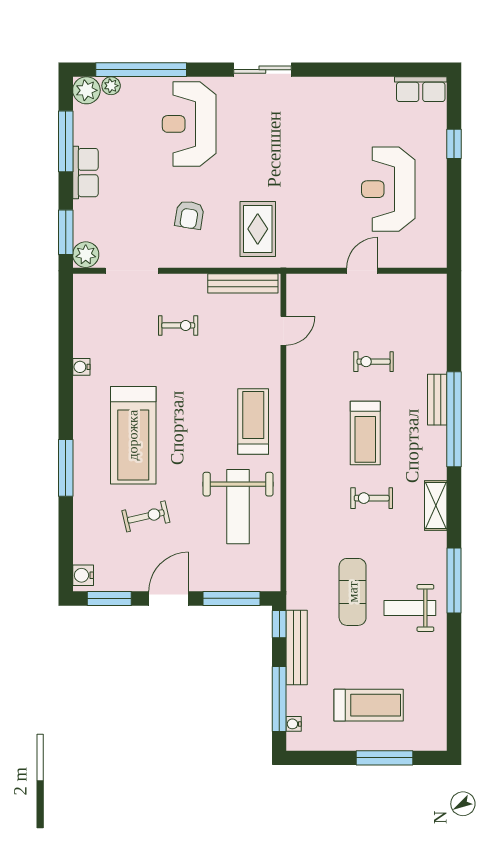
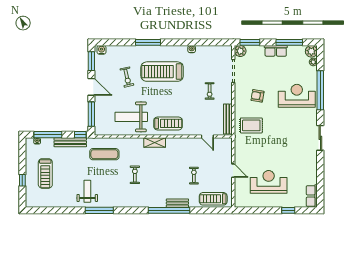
window: (141, 70) -> (320, 90), moved
sliding door: (262, 70) -> (320, 138), moved
treadmill: (365, 433) -> (213, 199), moved
shelving: (436, 505) -> (155, 143), moved
exercise mat: (353, 592) -> (104, 154), moved
window: (384, 758) -> (22, 180), width x0.46

